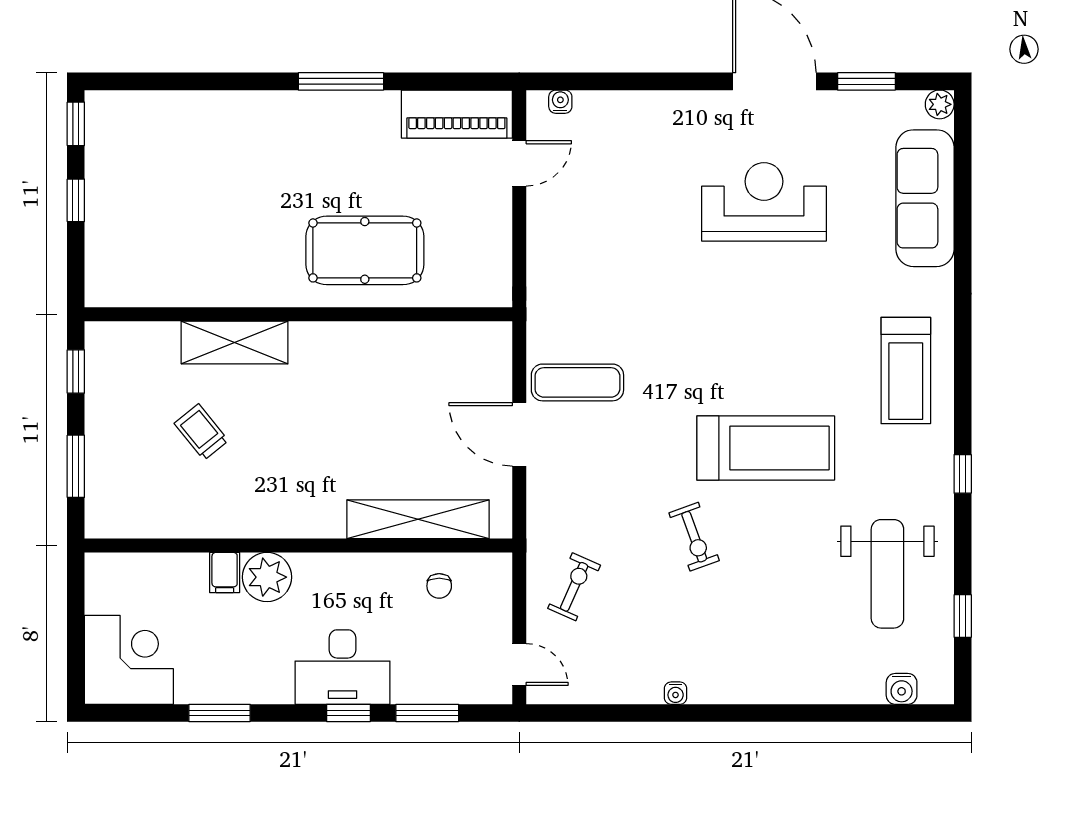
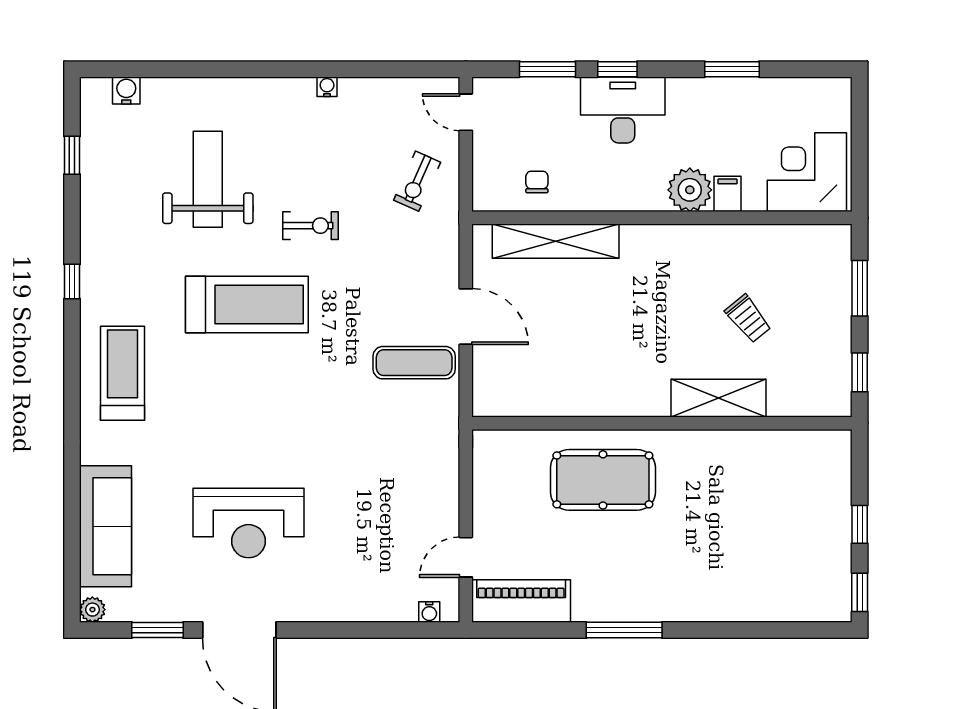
treadmill: (766, 448) -> (247, 304), turned 180
exercise bike: (694, 537) -> (310, 226), turned 110
weight bench: (887, 574) -> (208, 179), moved
corner desk: (129, 660) -> (807, 172), moved, turned 90

